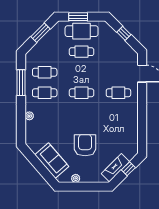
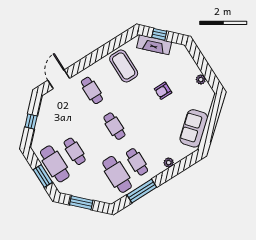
cafe table: (45, 72) -> (117, 174), width x1.37, depth x1.35
coffee table: (122, 128) -> (124, 66), added
armchair: (85, 145) -> (163, 91), width x0.53, depth x0.53
sofa: (52, 161) -> (194, 128), moved
fireplace: (115, 168) -> (154, 45), moved

